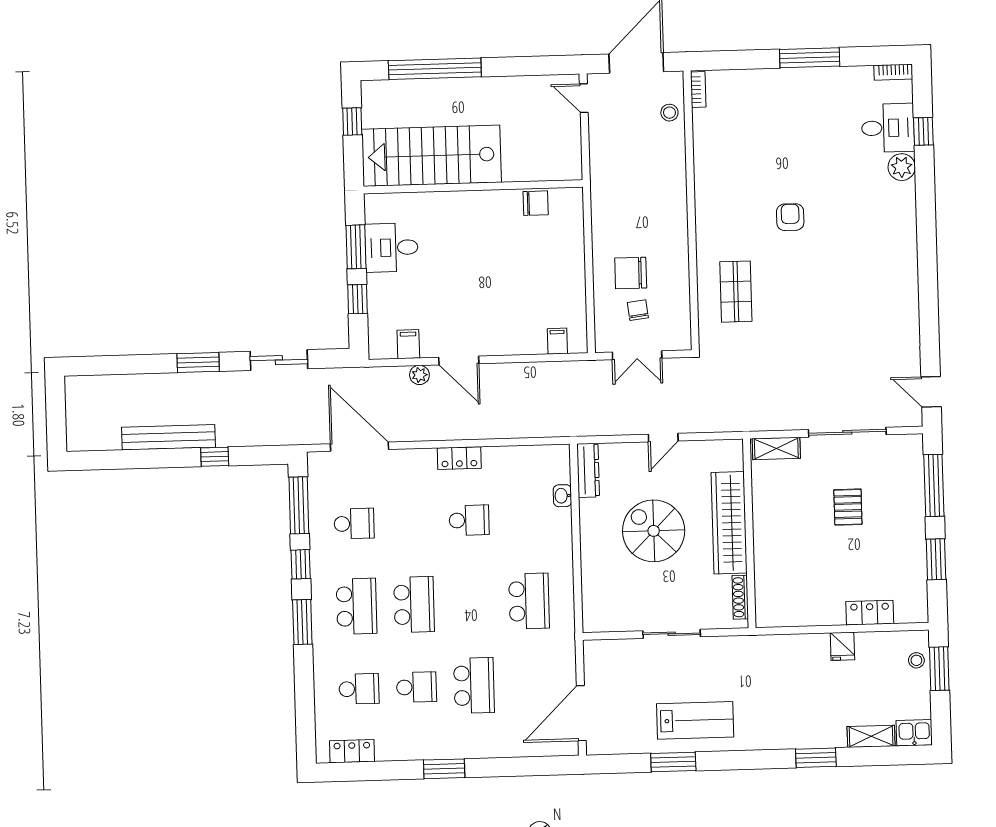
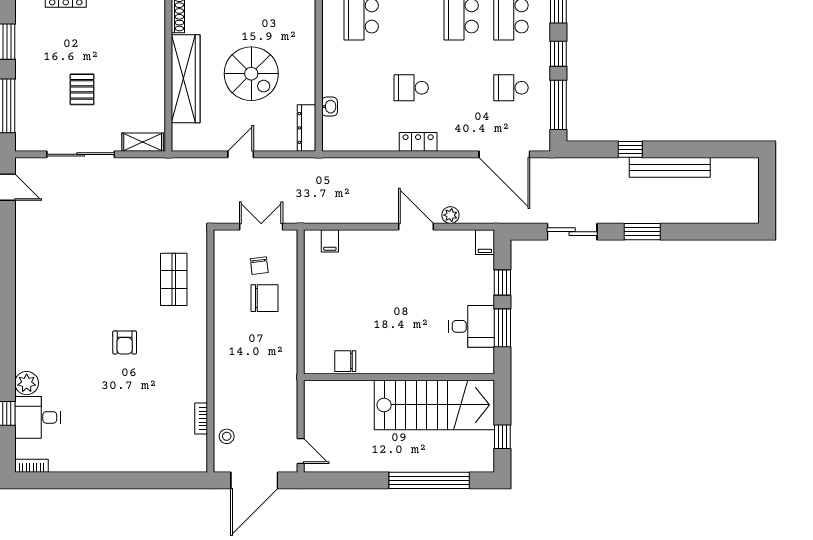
window: (810, 58) -> (104, 480), removed
bookcase: (698, 90) -> (201, 419), moved
filing cabinet: (408, 344) -> (485, 242), moved

